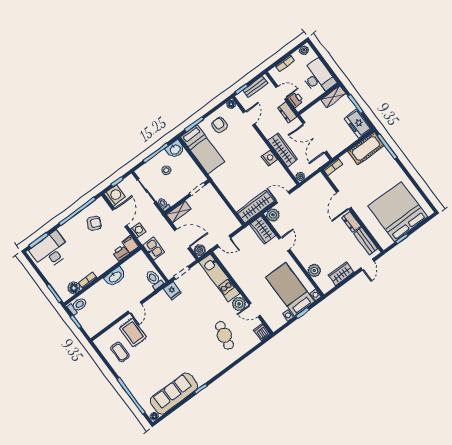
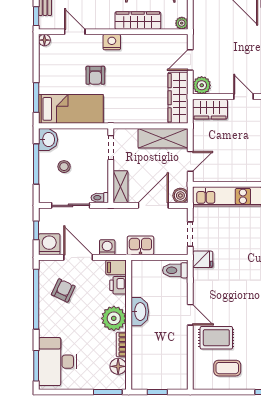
armchair: (220, 125) -> (95, 75), moved, turned -90
nightstand: (269, 158) -> (112, 42), moved
shelving: (225, 215) -> (163, 138), added
plant: (100, 265) -> (114, 318), added
toilet: (78, 306) -> (141, 377), removed

